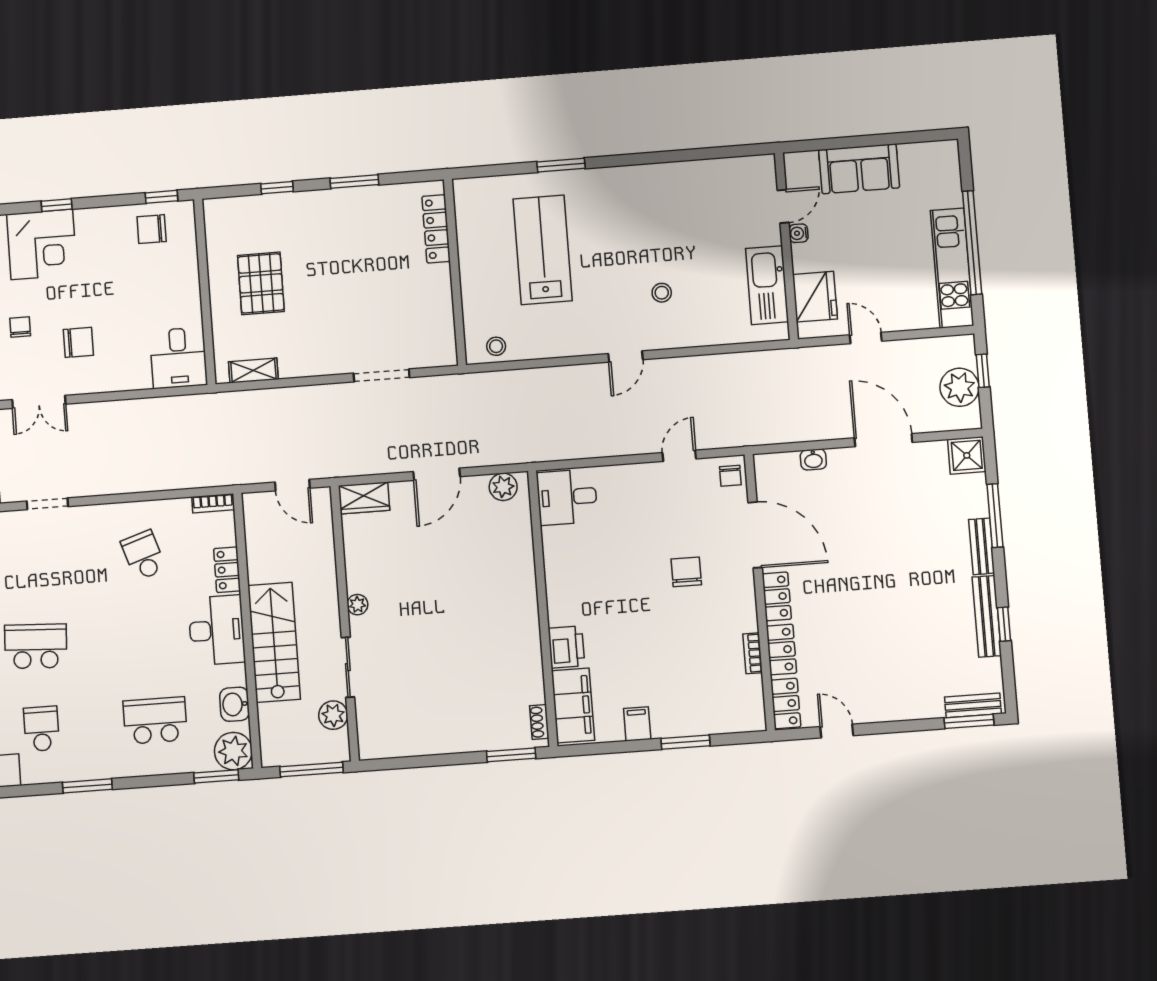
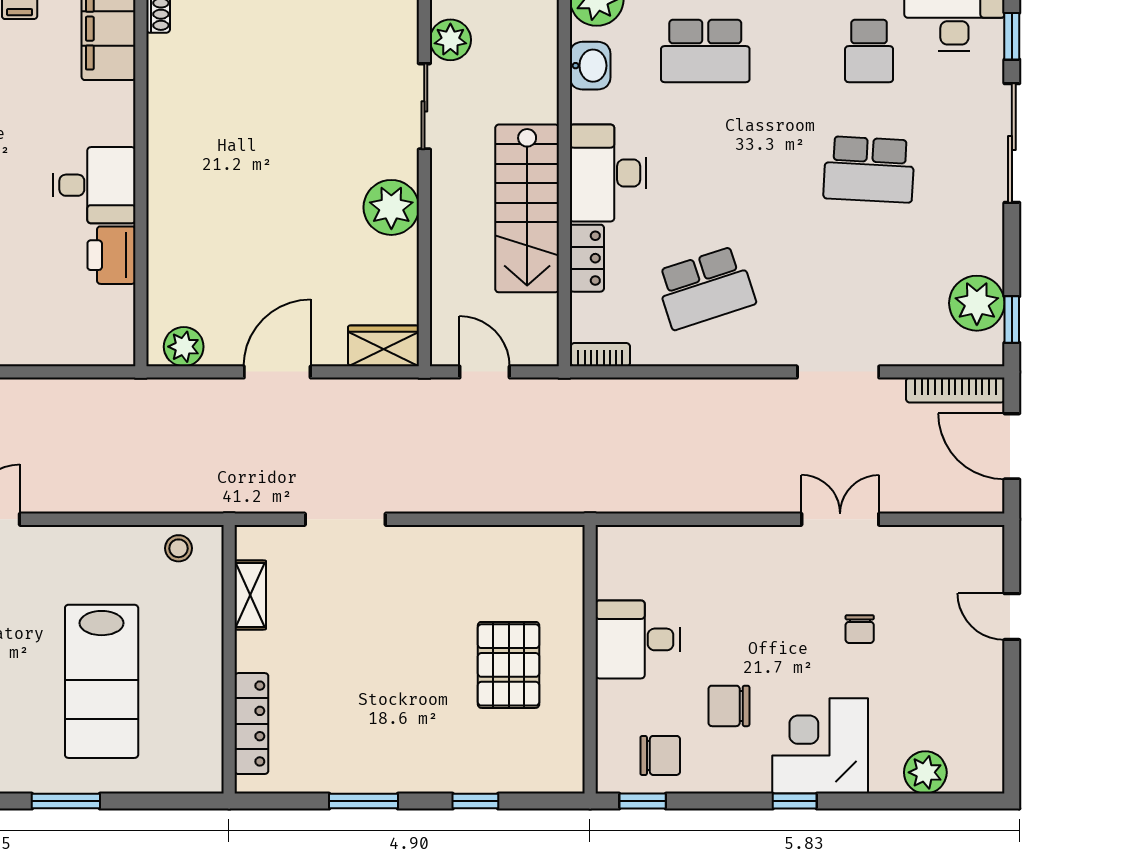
chair: (78, 342) -> (729, 706), moved
desk: (178, 358) -> (638, 639), moved, turned -90
shelving: (253, 371) -> (250, 595), moved, turned 90
desk: (567, 497) -> (94, 185), moved
doorway: (47, 504) -> (838, 372), width x1.38
school desk: (143, 555) -> (705, 288), width x1.85
plant: (357, 605) -> (391, 207), width x1.88, depth x1.88
stairs: (274, 642) -> (527, 208), moved
printer: (566, 647) -> (111, 255), moved

